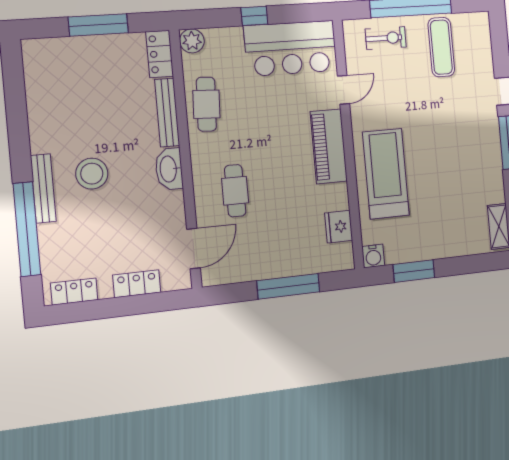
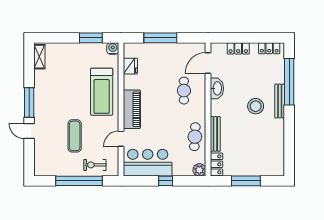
exercise mat: (441, 47) -> (75, 136), moved
washbasin: (169, 169) -> (217, 88), moved

